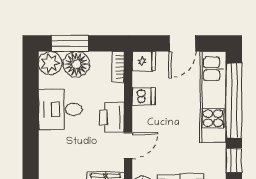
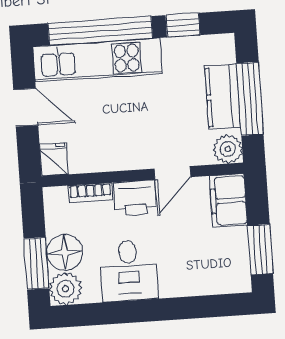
bookcase: (118, 67) -> (90, 193), moved
dishwasher: (144, 96) -> (103, 156), removed
door: (128, 146) -> (173, 173), swing flipped

